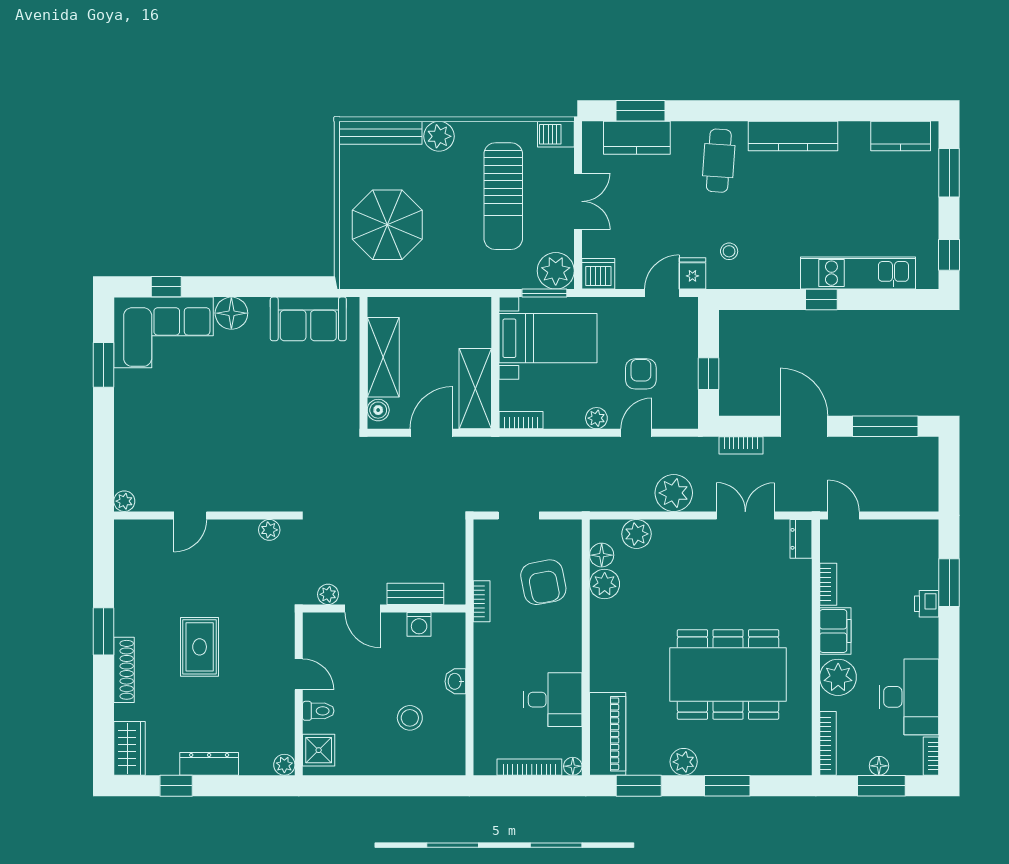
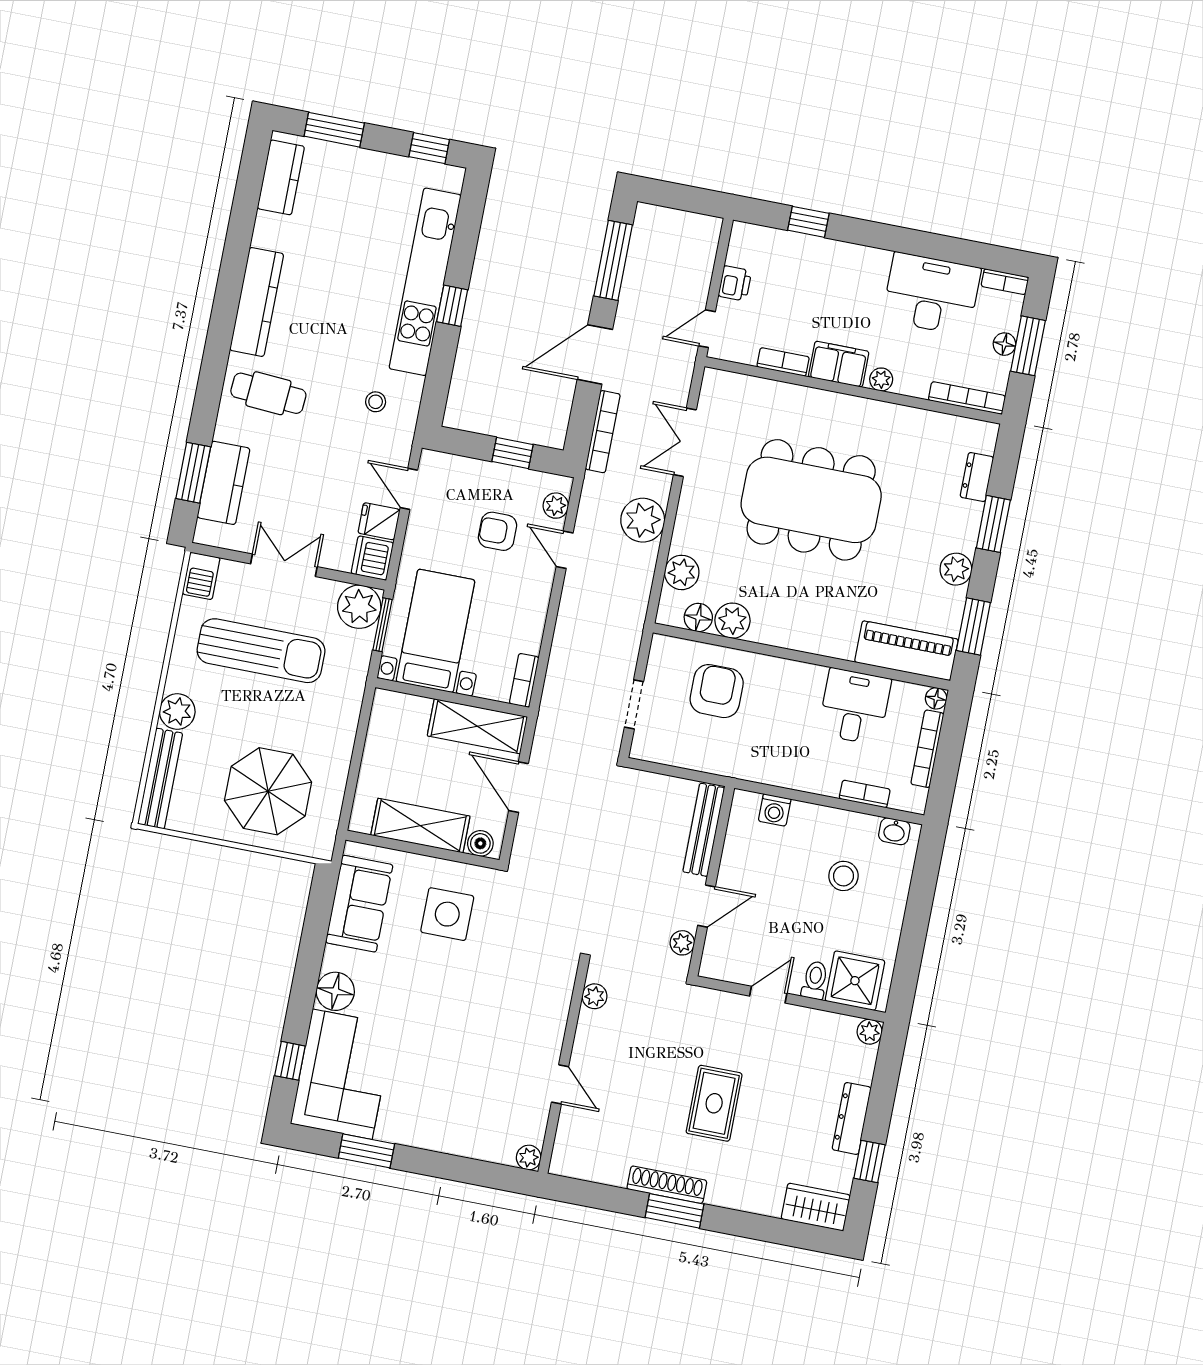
fridge: (692, 273) -> (379, 521), moved
kitchen unit: (858, 273) -> (425, 282), width x1.36
side table: (314, 394) -> (447, 914), added
plant: (596, 418) -> (556, 506), moved
bookcase: (741, 445) -> (603, 432), width x1.56
dresser: (801, 539) -> (977, 477), moved, turned 90
armchair: (543, 582) -> (717, 691), turned -79
window: (949, 583) -> (808, 222), width x0.67
bench: (415, 594) -> (704, 830), width x1.36
bookcase: (482, 601) -> (865, 794), moved
printer: (927, 604) -> (735, 283), moved, turned -90
washing machine: (419, 624) -> (775, 810), moved, turned 90
rug: (200, 647) -> (714, 1103), turned 90
shoe rack: (124, 670) -> (667, 1185), moved
dining table: (728, 674) -> (811, 500), moved, turned 90
plant: (838, 677) -> (881, 380), width x0.53, depth x0.53
washbasin: (455, 681) -> (894, 831), moved
shower: (319, 750) -> (855, 981), width x1.36, depth x1.36

